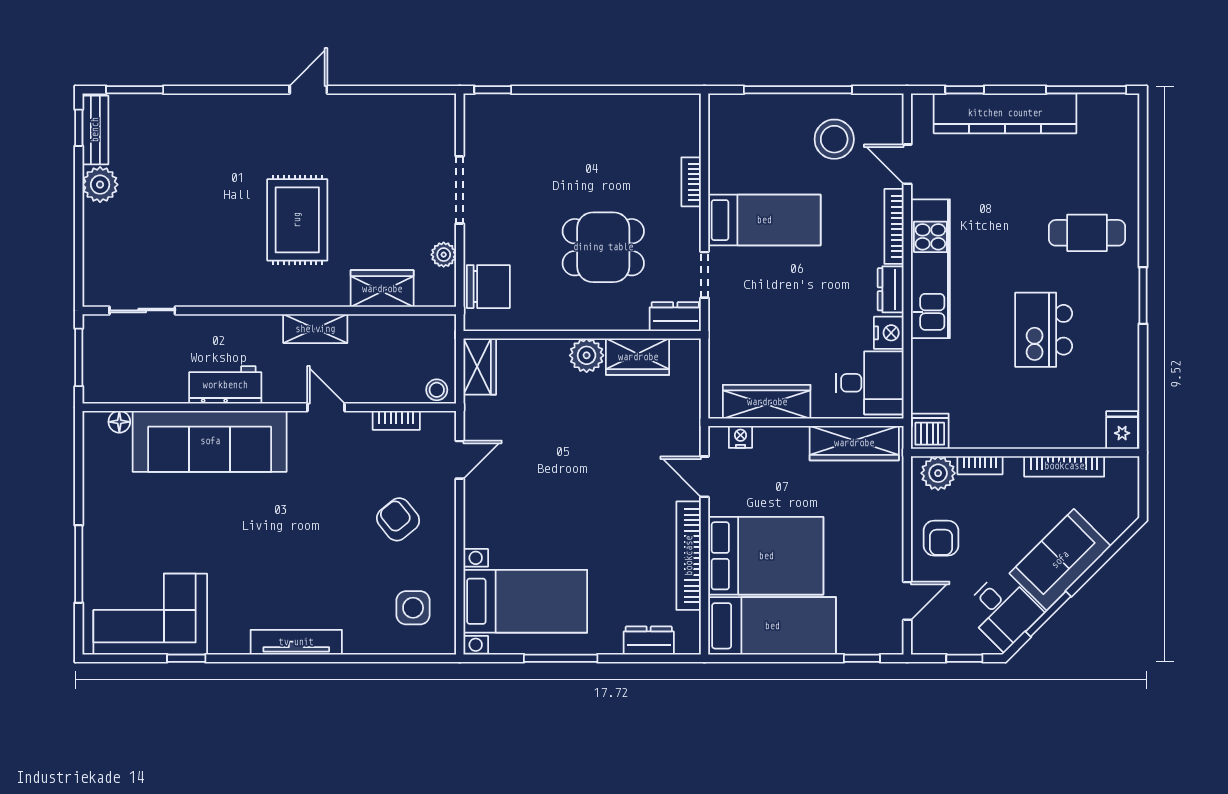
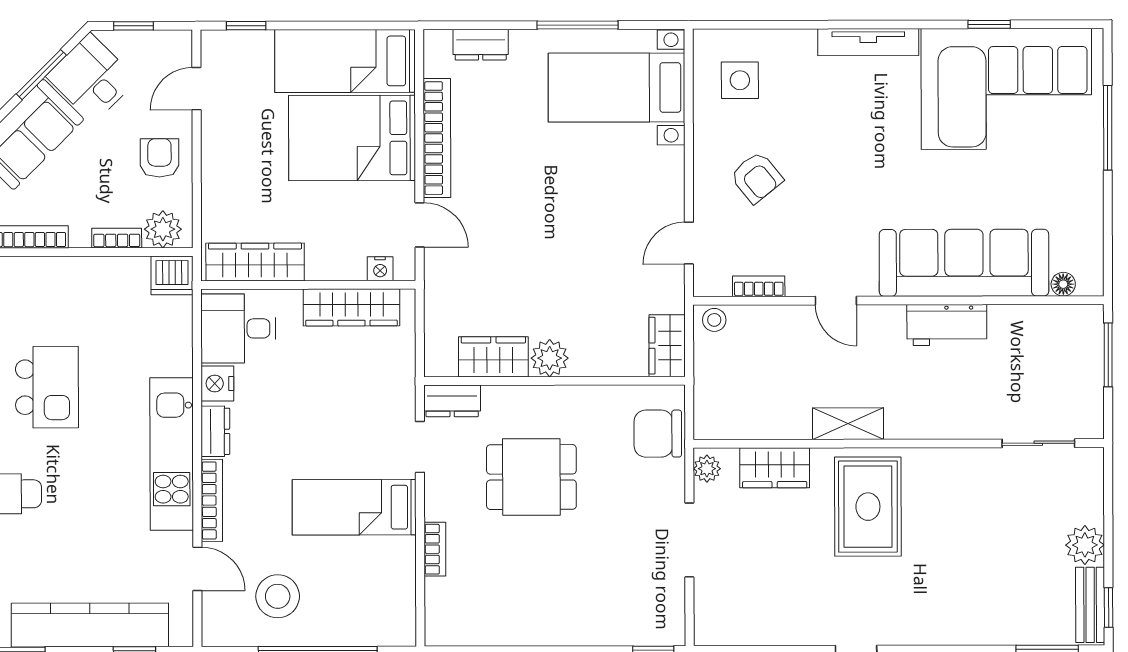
wardrobe: (382, 289) -> (775, 468), moved
sliding door: (142, 310) -> (1038, 443), moved
wall: (269, 310) -> (899, 443), moved
shelving: (315, 329) -> (848, 424), moved
corner sofa: (150, 614) -> (1006, 89), width x1.36, depth x1.36

